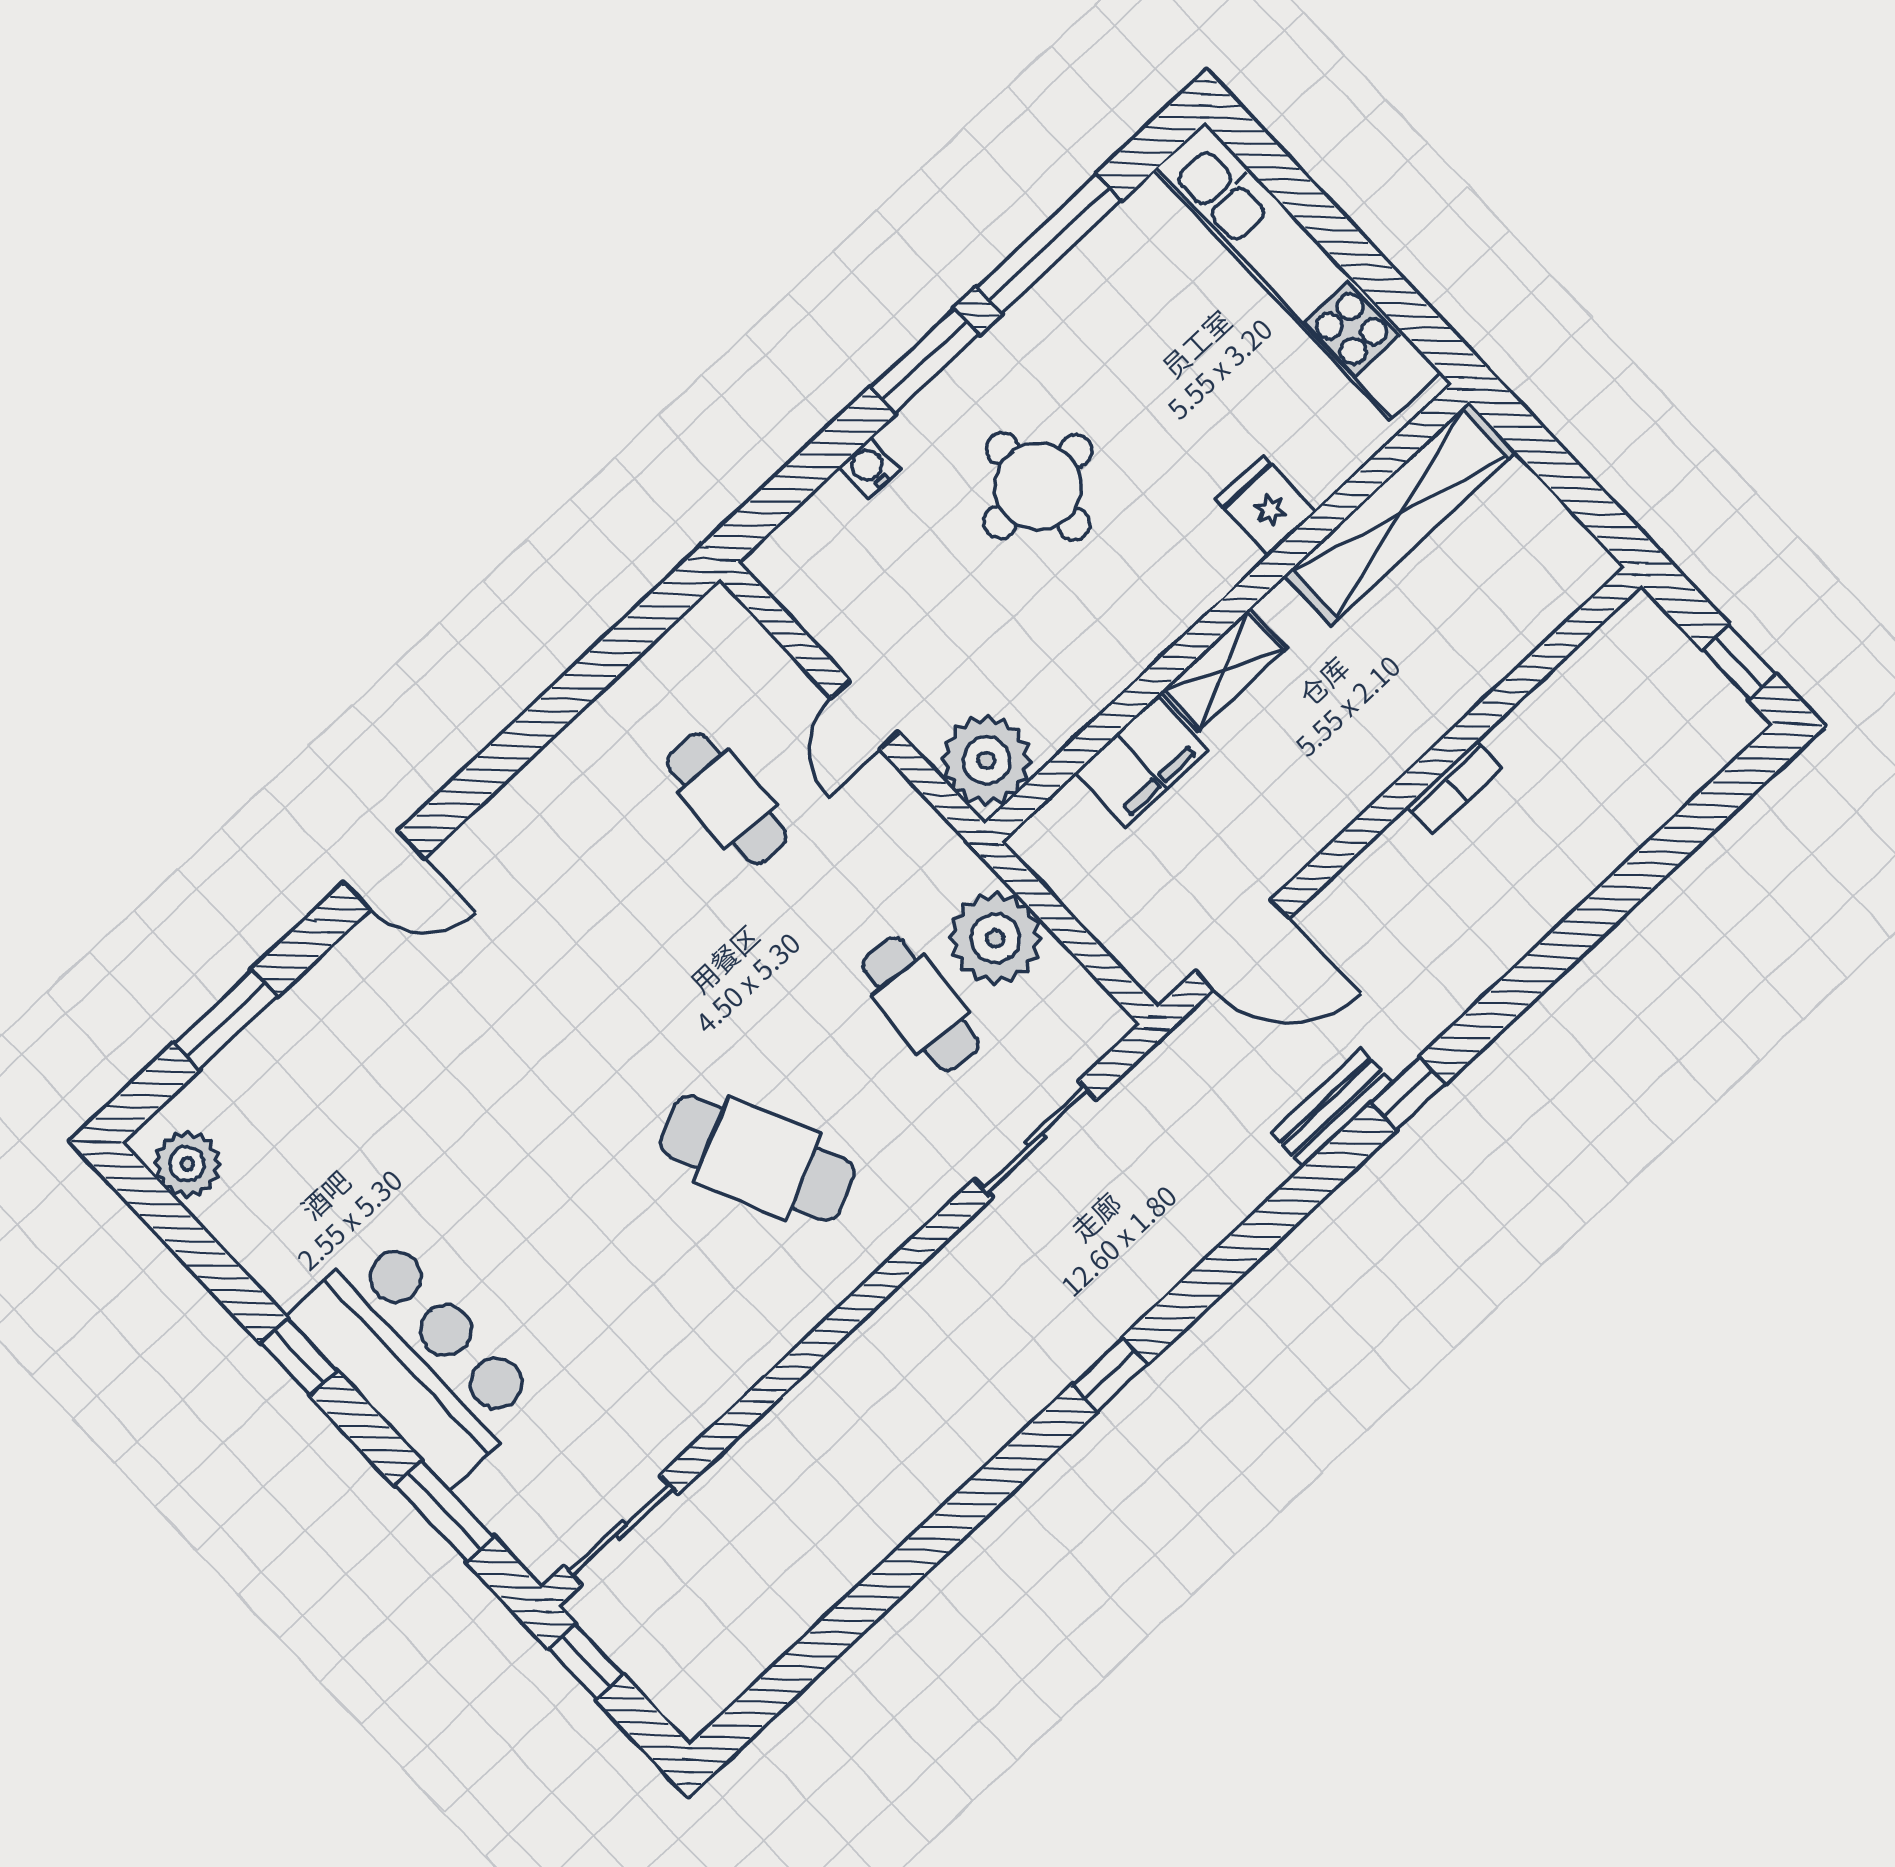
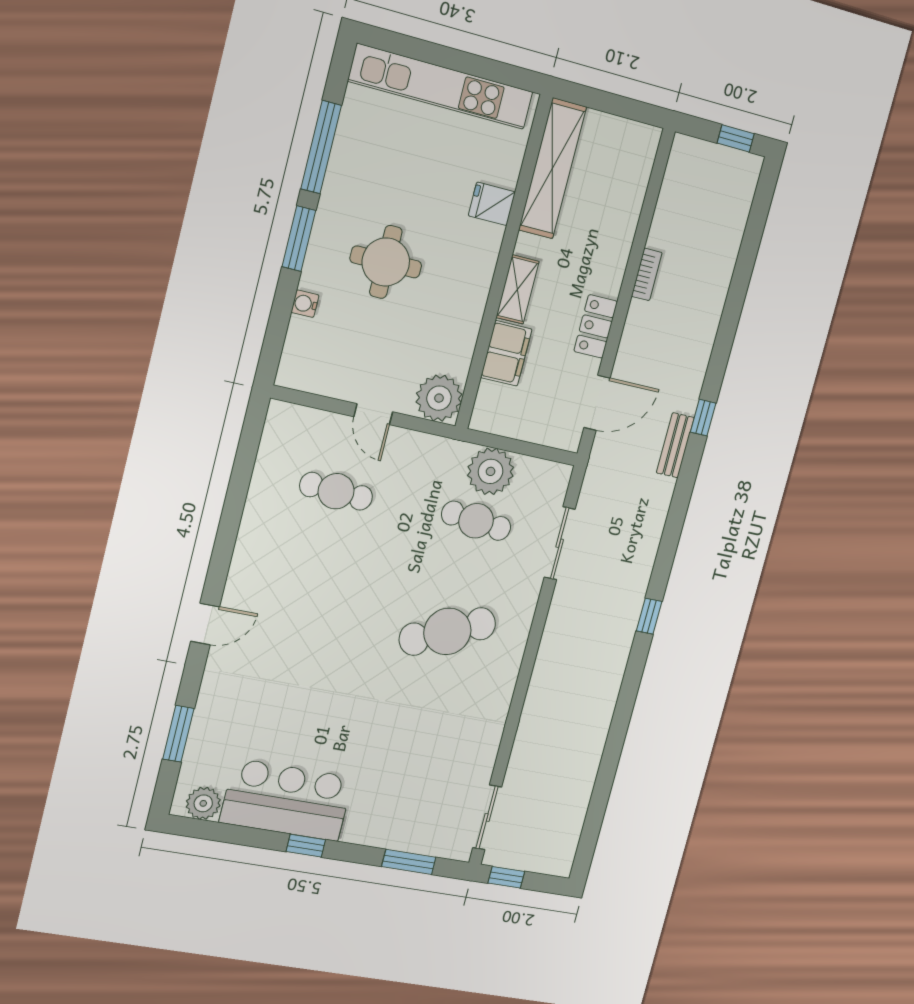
locker: (1317, 816) -> (596, 326), added
bar counter: (416, 1358) -> (287, 800), moved

